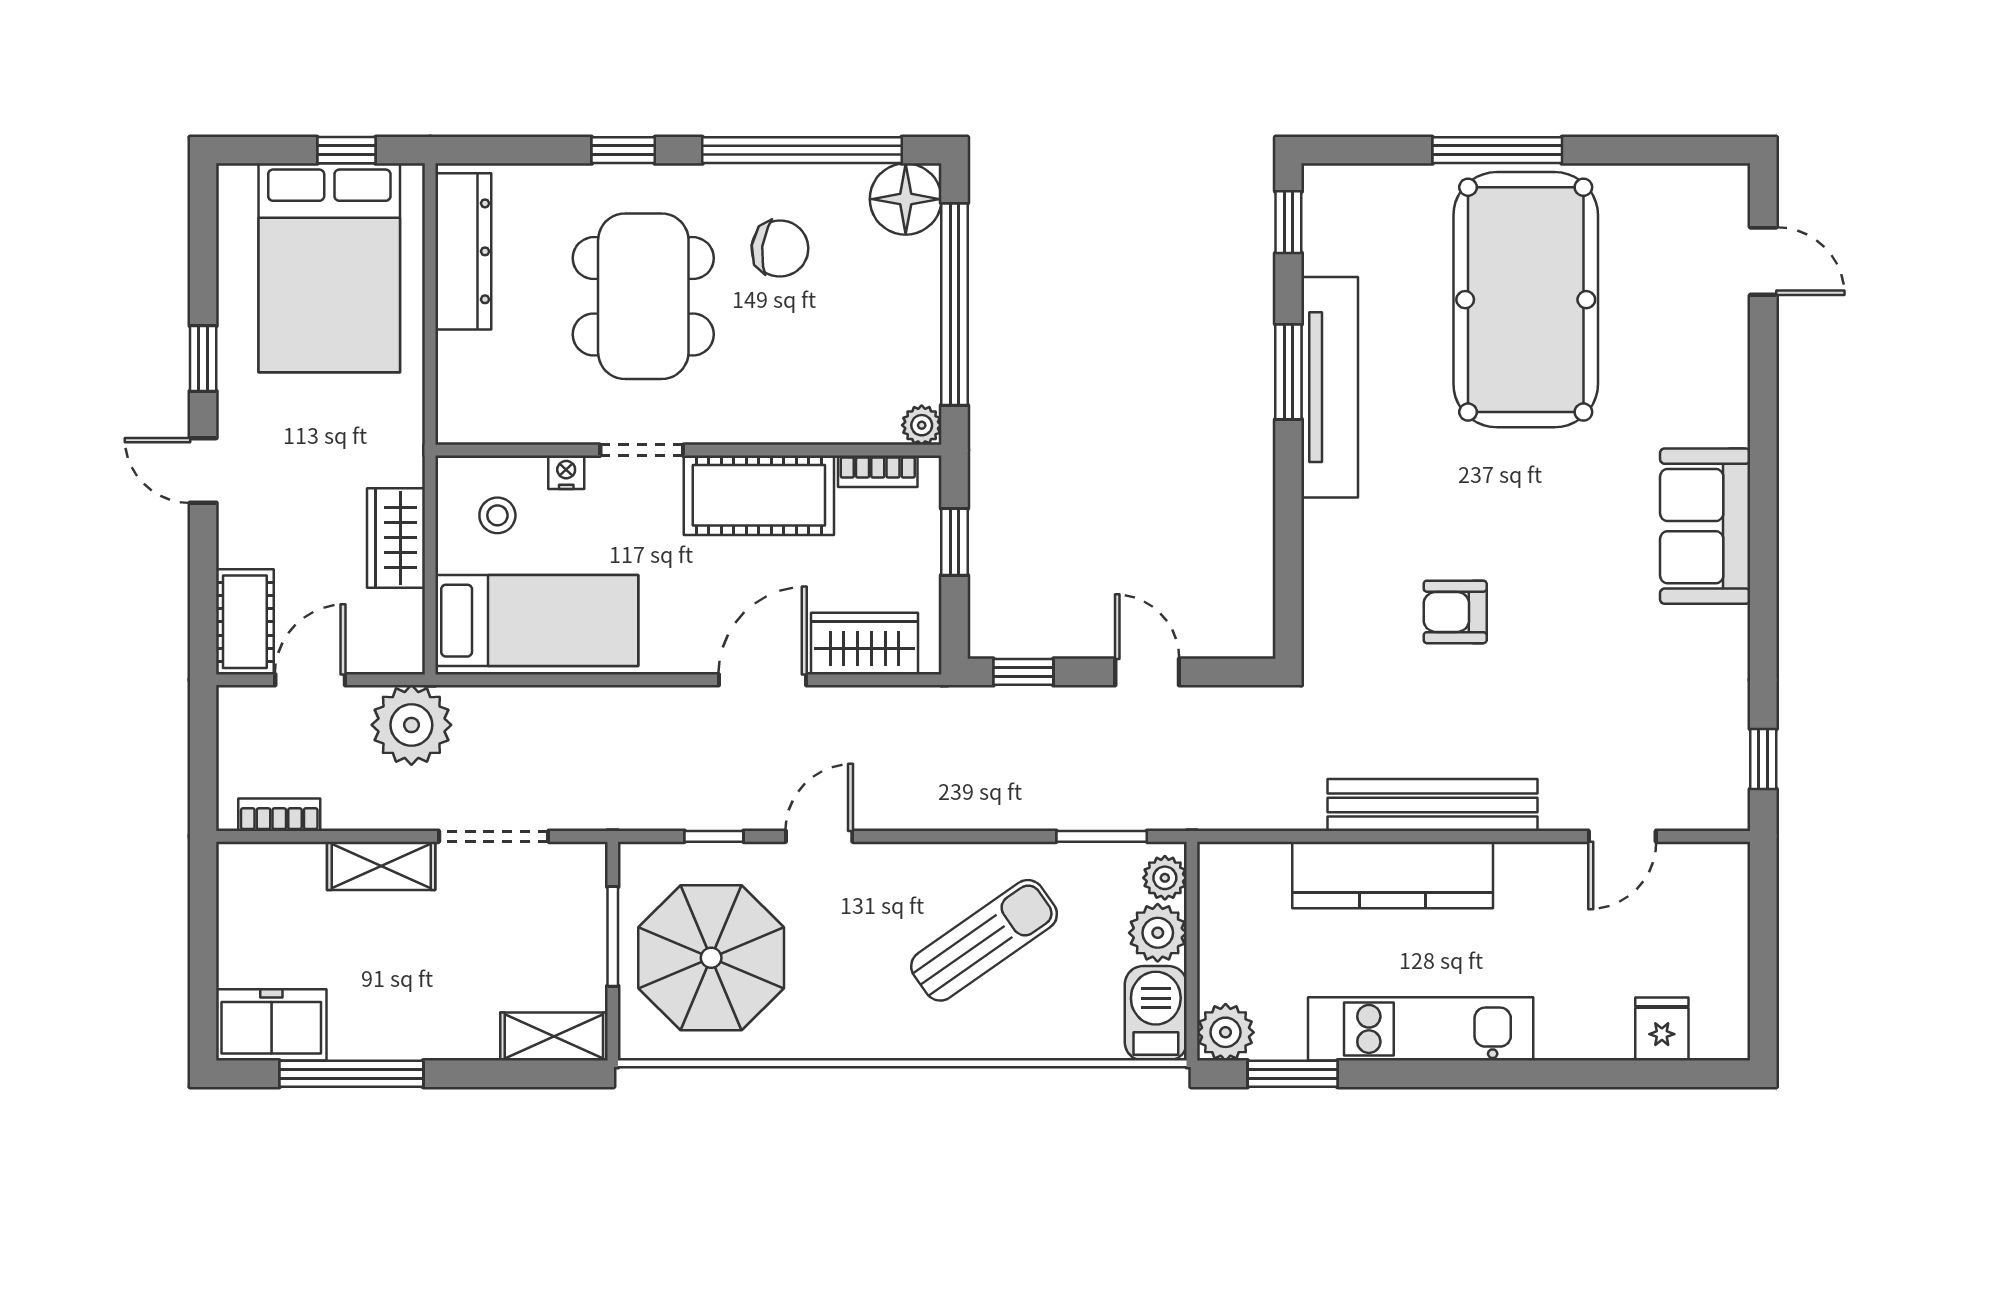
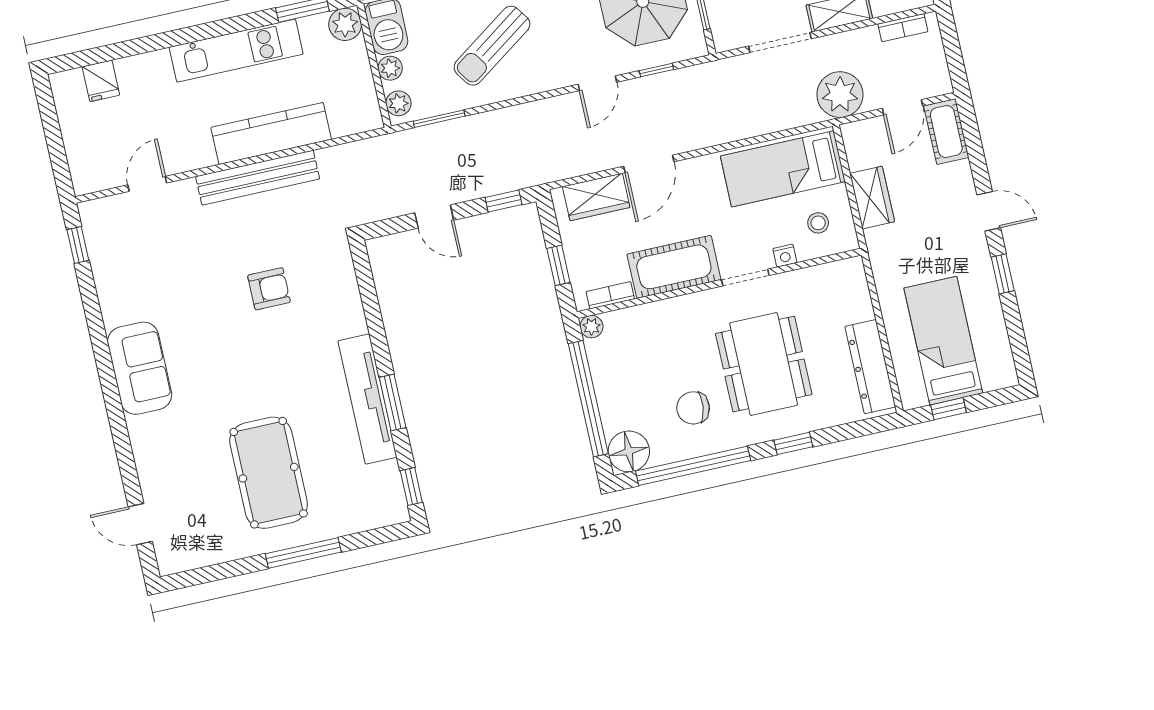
bed: (329, 268) -> (943, 341), width x0.67
pool table: (1526, 300) -> (269, 473), width x0.73, depth x0.76
plant: (1158, 933) -> (390, 68), width x0.73, depth x0.73

